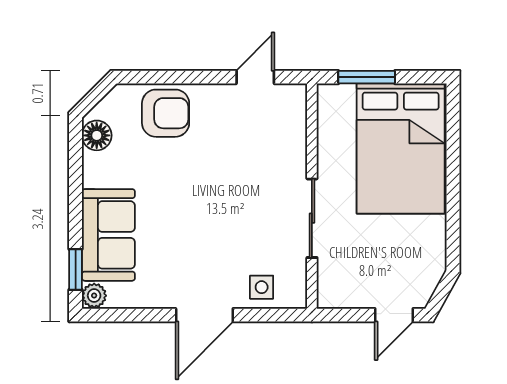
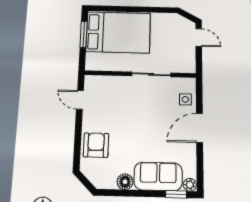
window: (367, 77) -> (84, 34), moved
floor lamp: (97, 135) -> (125, 182), moved
door: (204, 315) -> (200, 128), swing flipped

